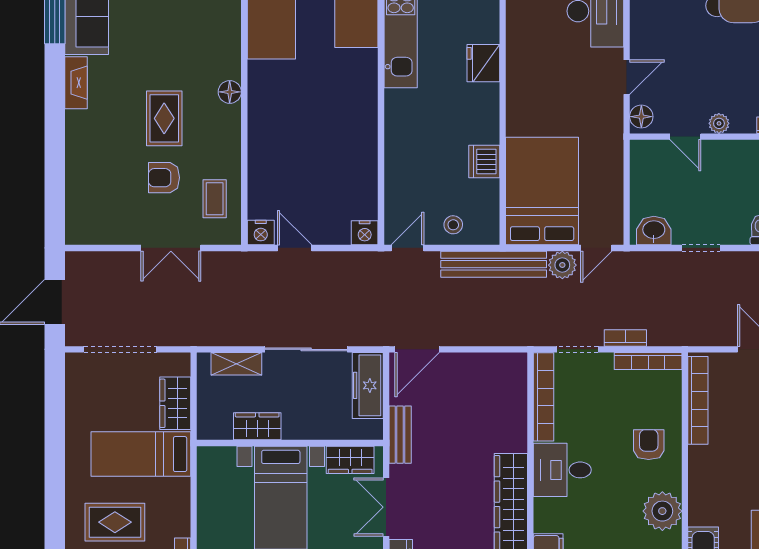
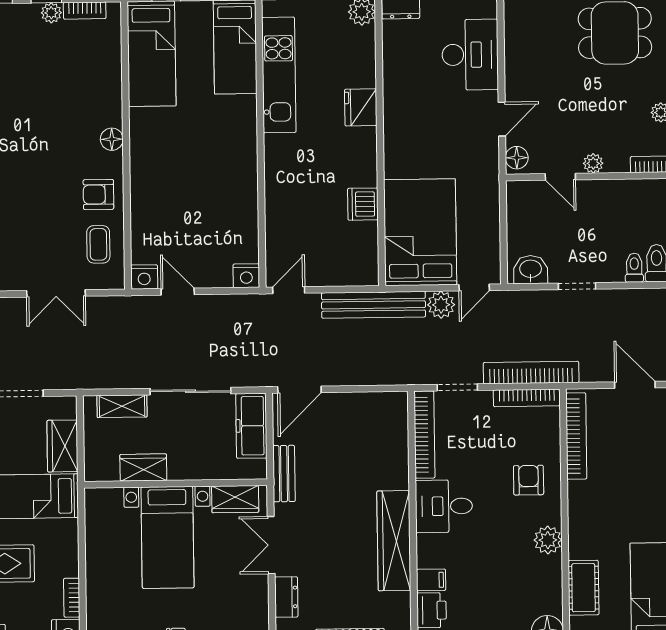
rug: (164, 118) -> (48, 166), removed
armchair: (164, 178) -> (98, 194), moved
stool: (453, 225) -> (333, 267), removed
bookcase: (625, 338) -> (531, 373), width x2.31, depth x1.31
plant: (662, 511) -> (548, 540), width x0.73, depth x0.73

